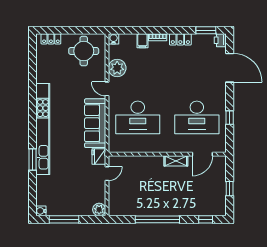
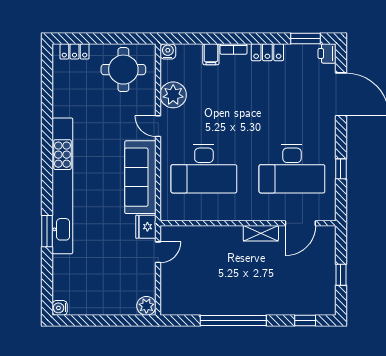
window: (64, 219) -> (94, 321), removed

